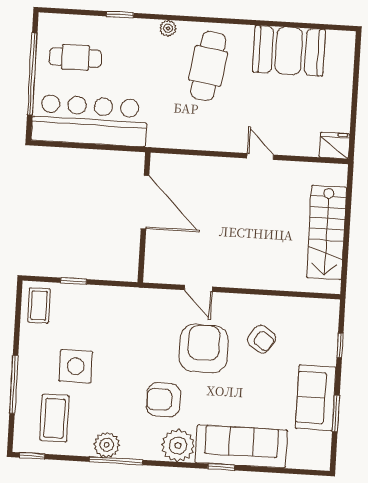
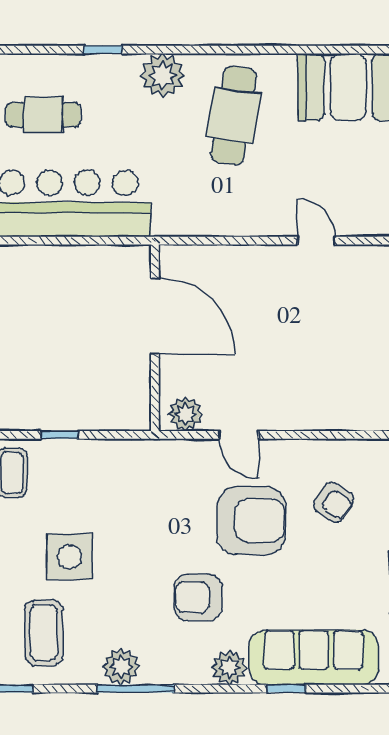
plant: (168, 28) -> (163, 75), width x1.88, depth x1.88
plant: (162, 272) -> (185, 414), added
armchair: (204, 349) -> (251, 520), turned 90
plant: (178, 445) -> (229, 668), width x0.73, depth x0.73

